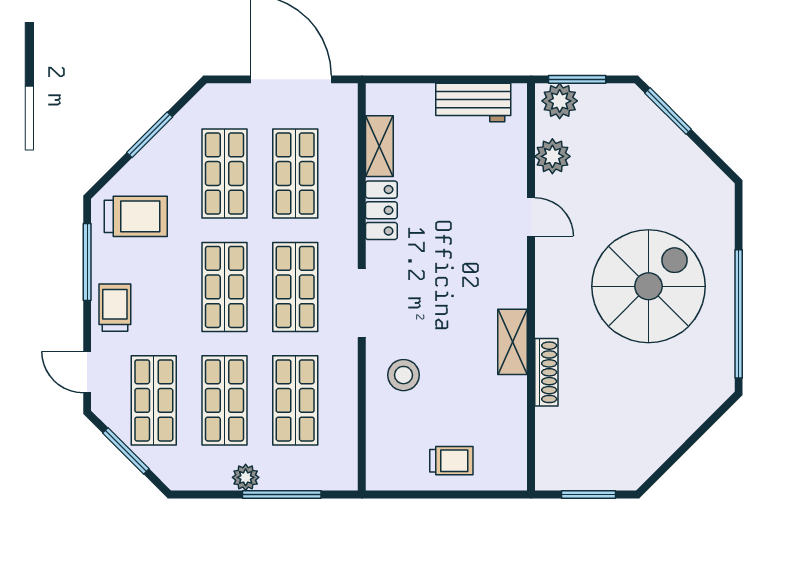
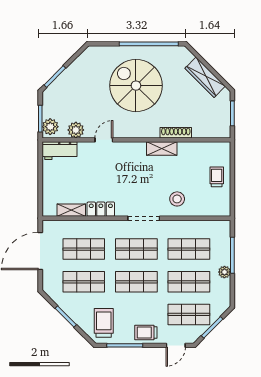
workbench: (473, 103) -> (59, 151), moved, turned 90
wardrobe: (666, 436) -> (205, 77), added

